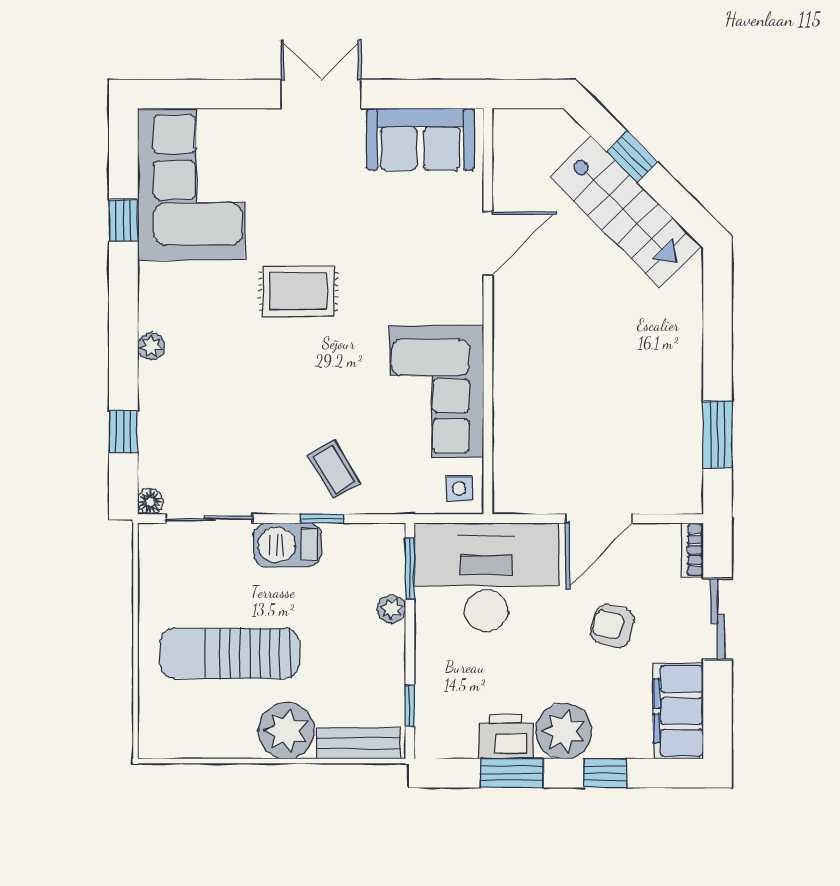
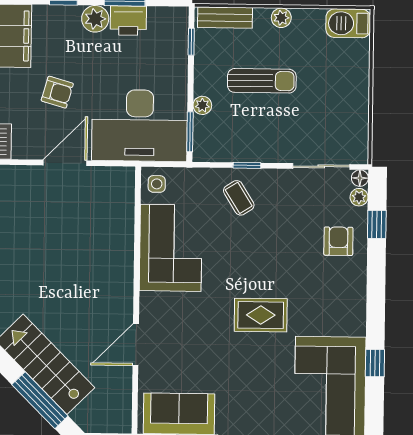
window: (632, 157) -> (40, 400), width x2.17
plant: (151, 346) -> (359, 197), moved
armchair: (181, 405) -> (338, 241), added
barbecue: (287, 545) -> (348, 23), moved, turned 180
sun lounger: (230, 653) -> (262, 81), moved, width x0.73, depth x0.75
plant: (286, 731) -> (281, 18), width x0.53, depth x0.53
plant: (564, 731) -> (95, 19), width x0.73, depth x0.73

